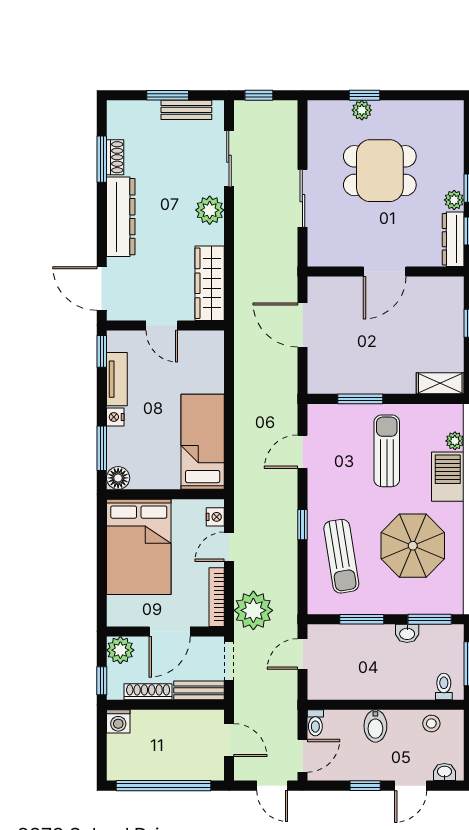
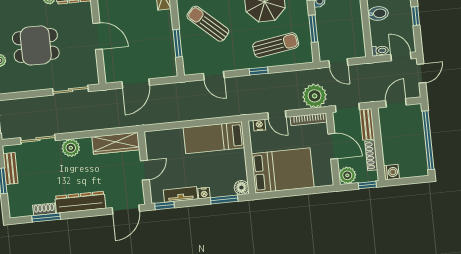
dining table: (380, 171) -> (36, 45), turned 90
sliding door: (302, 198) -> (71, 90), moved
sun lounger: (387, 451) -> (208, 24), turned 42

